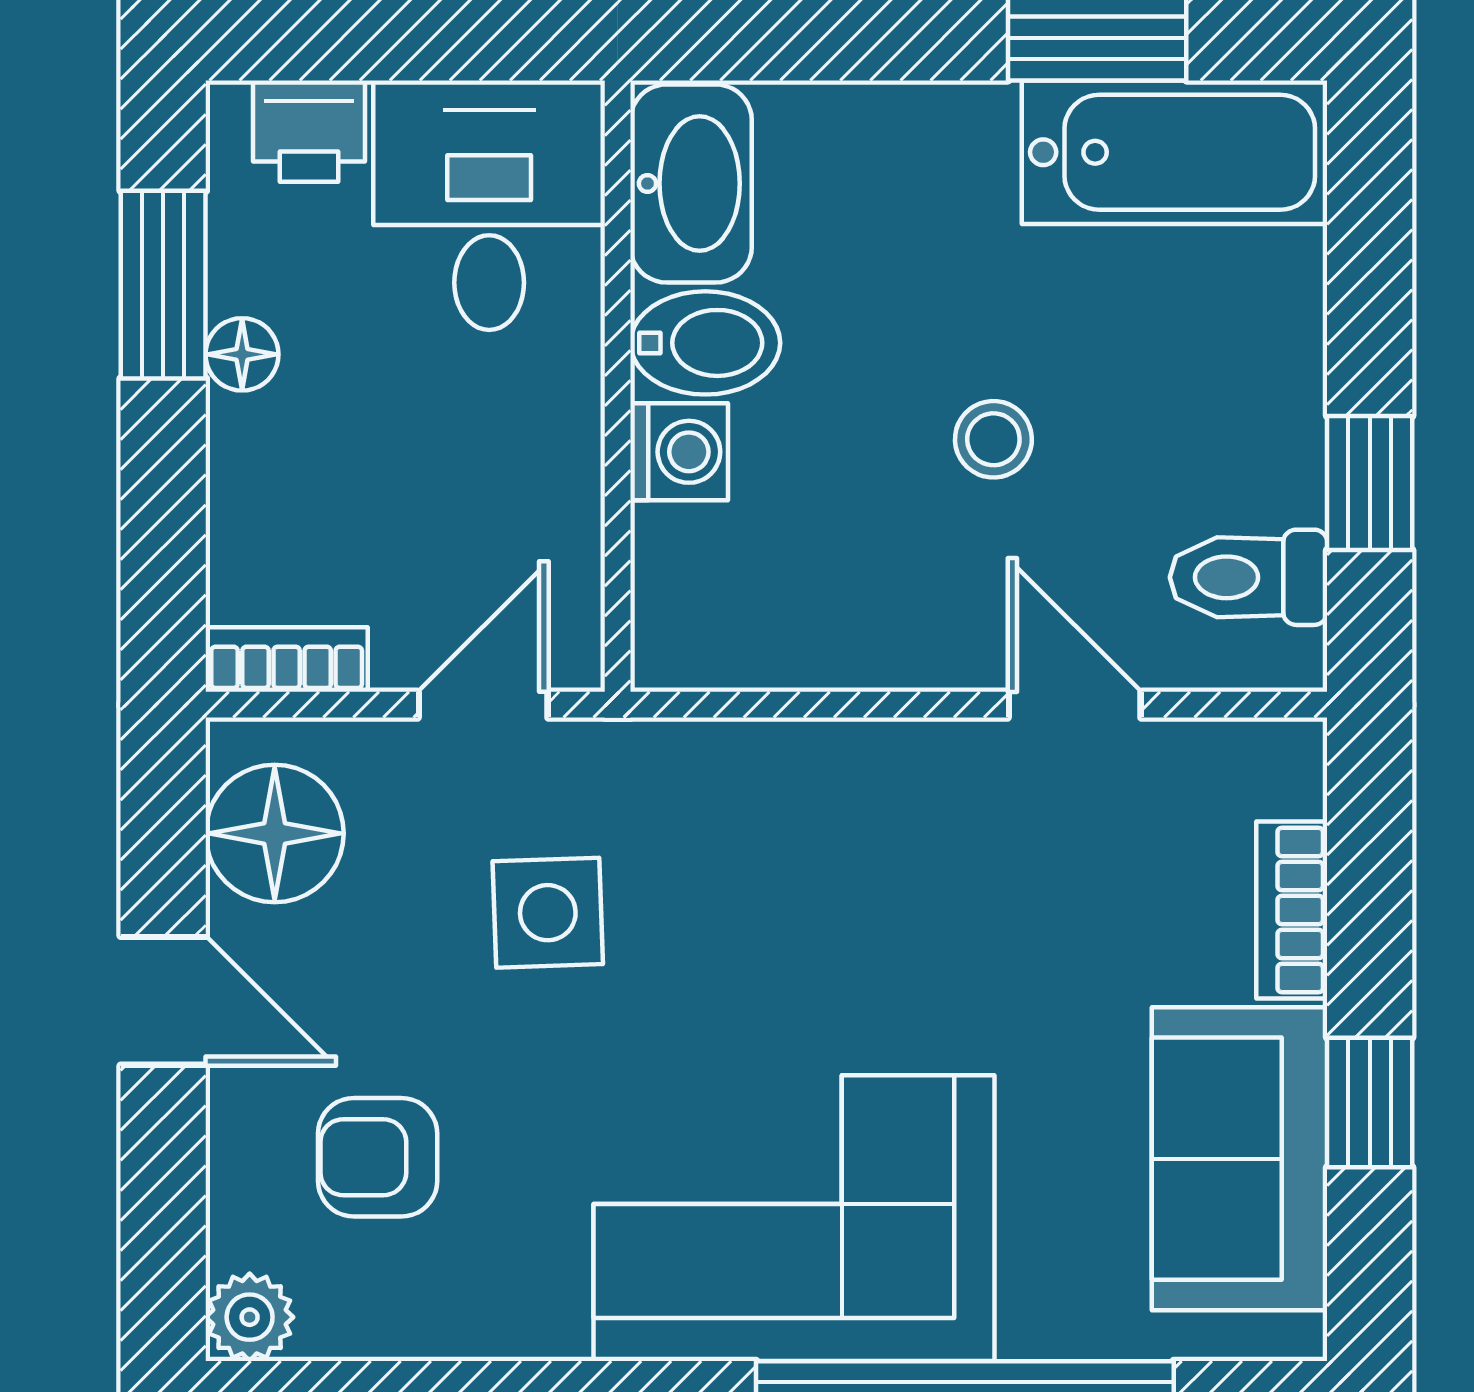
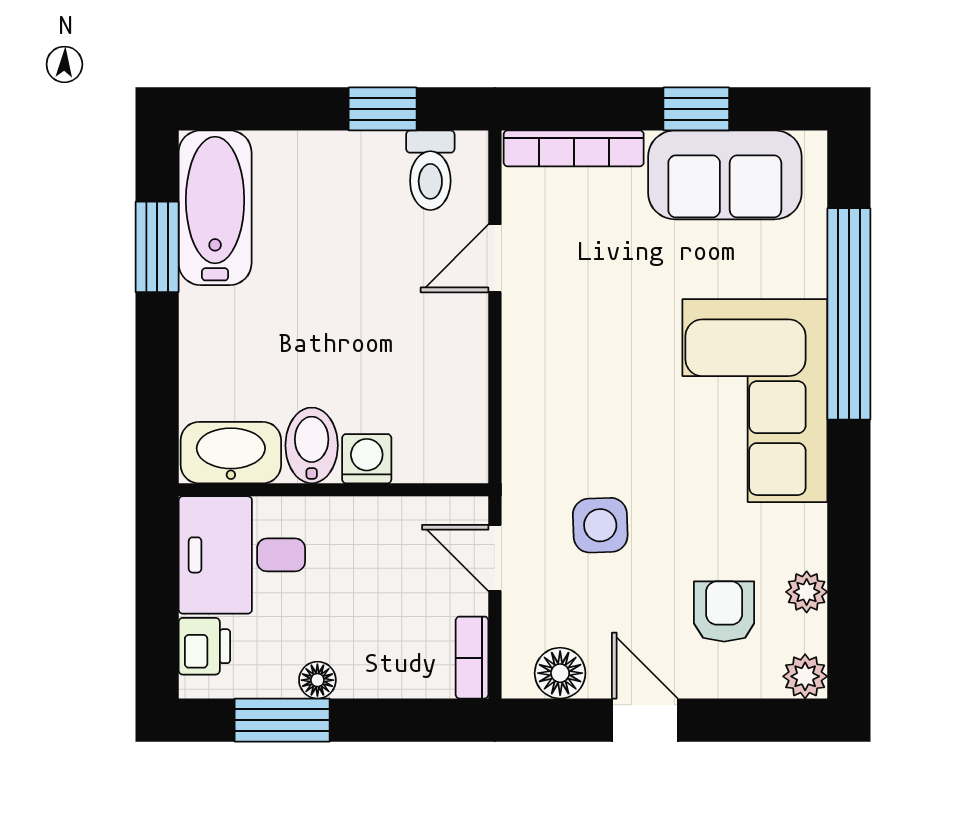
stool: (993, 439) -> (360, 299), removed
floor lamp: (275, 833) -> (560, 673), width x0.73, depth x0.73
bookcase: (1292, 910) -> (574, 148), width x1.56
door: (163, 1001) -> (645, 720), hinge flipped
armchair: (378, 1157) -> (724, 611), turned 180
plant: (416, 1320) -> (807, 592), added

